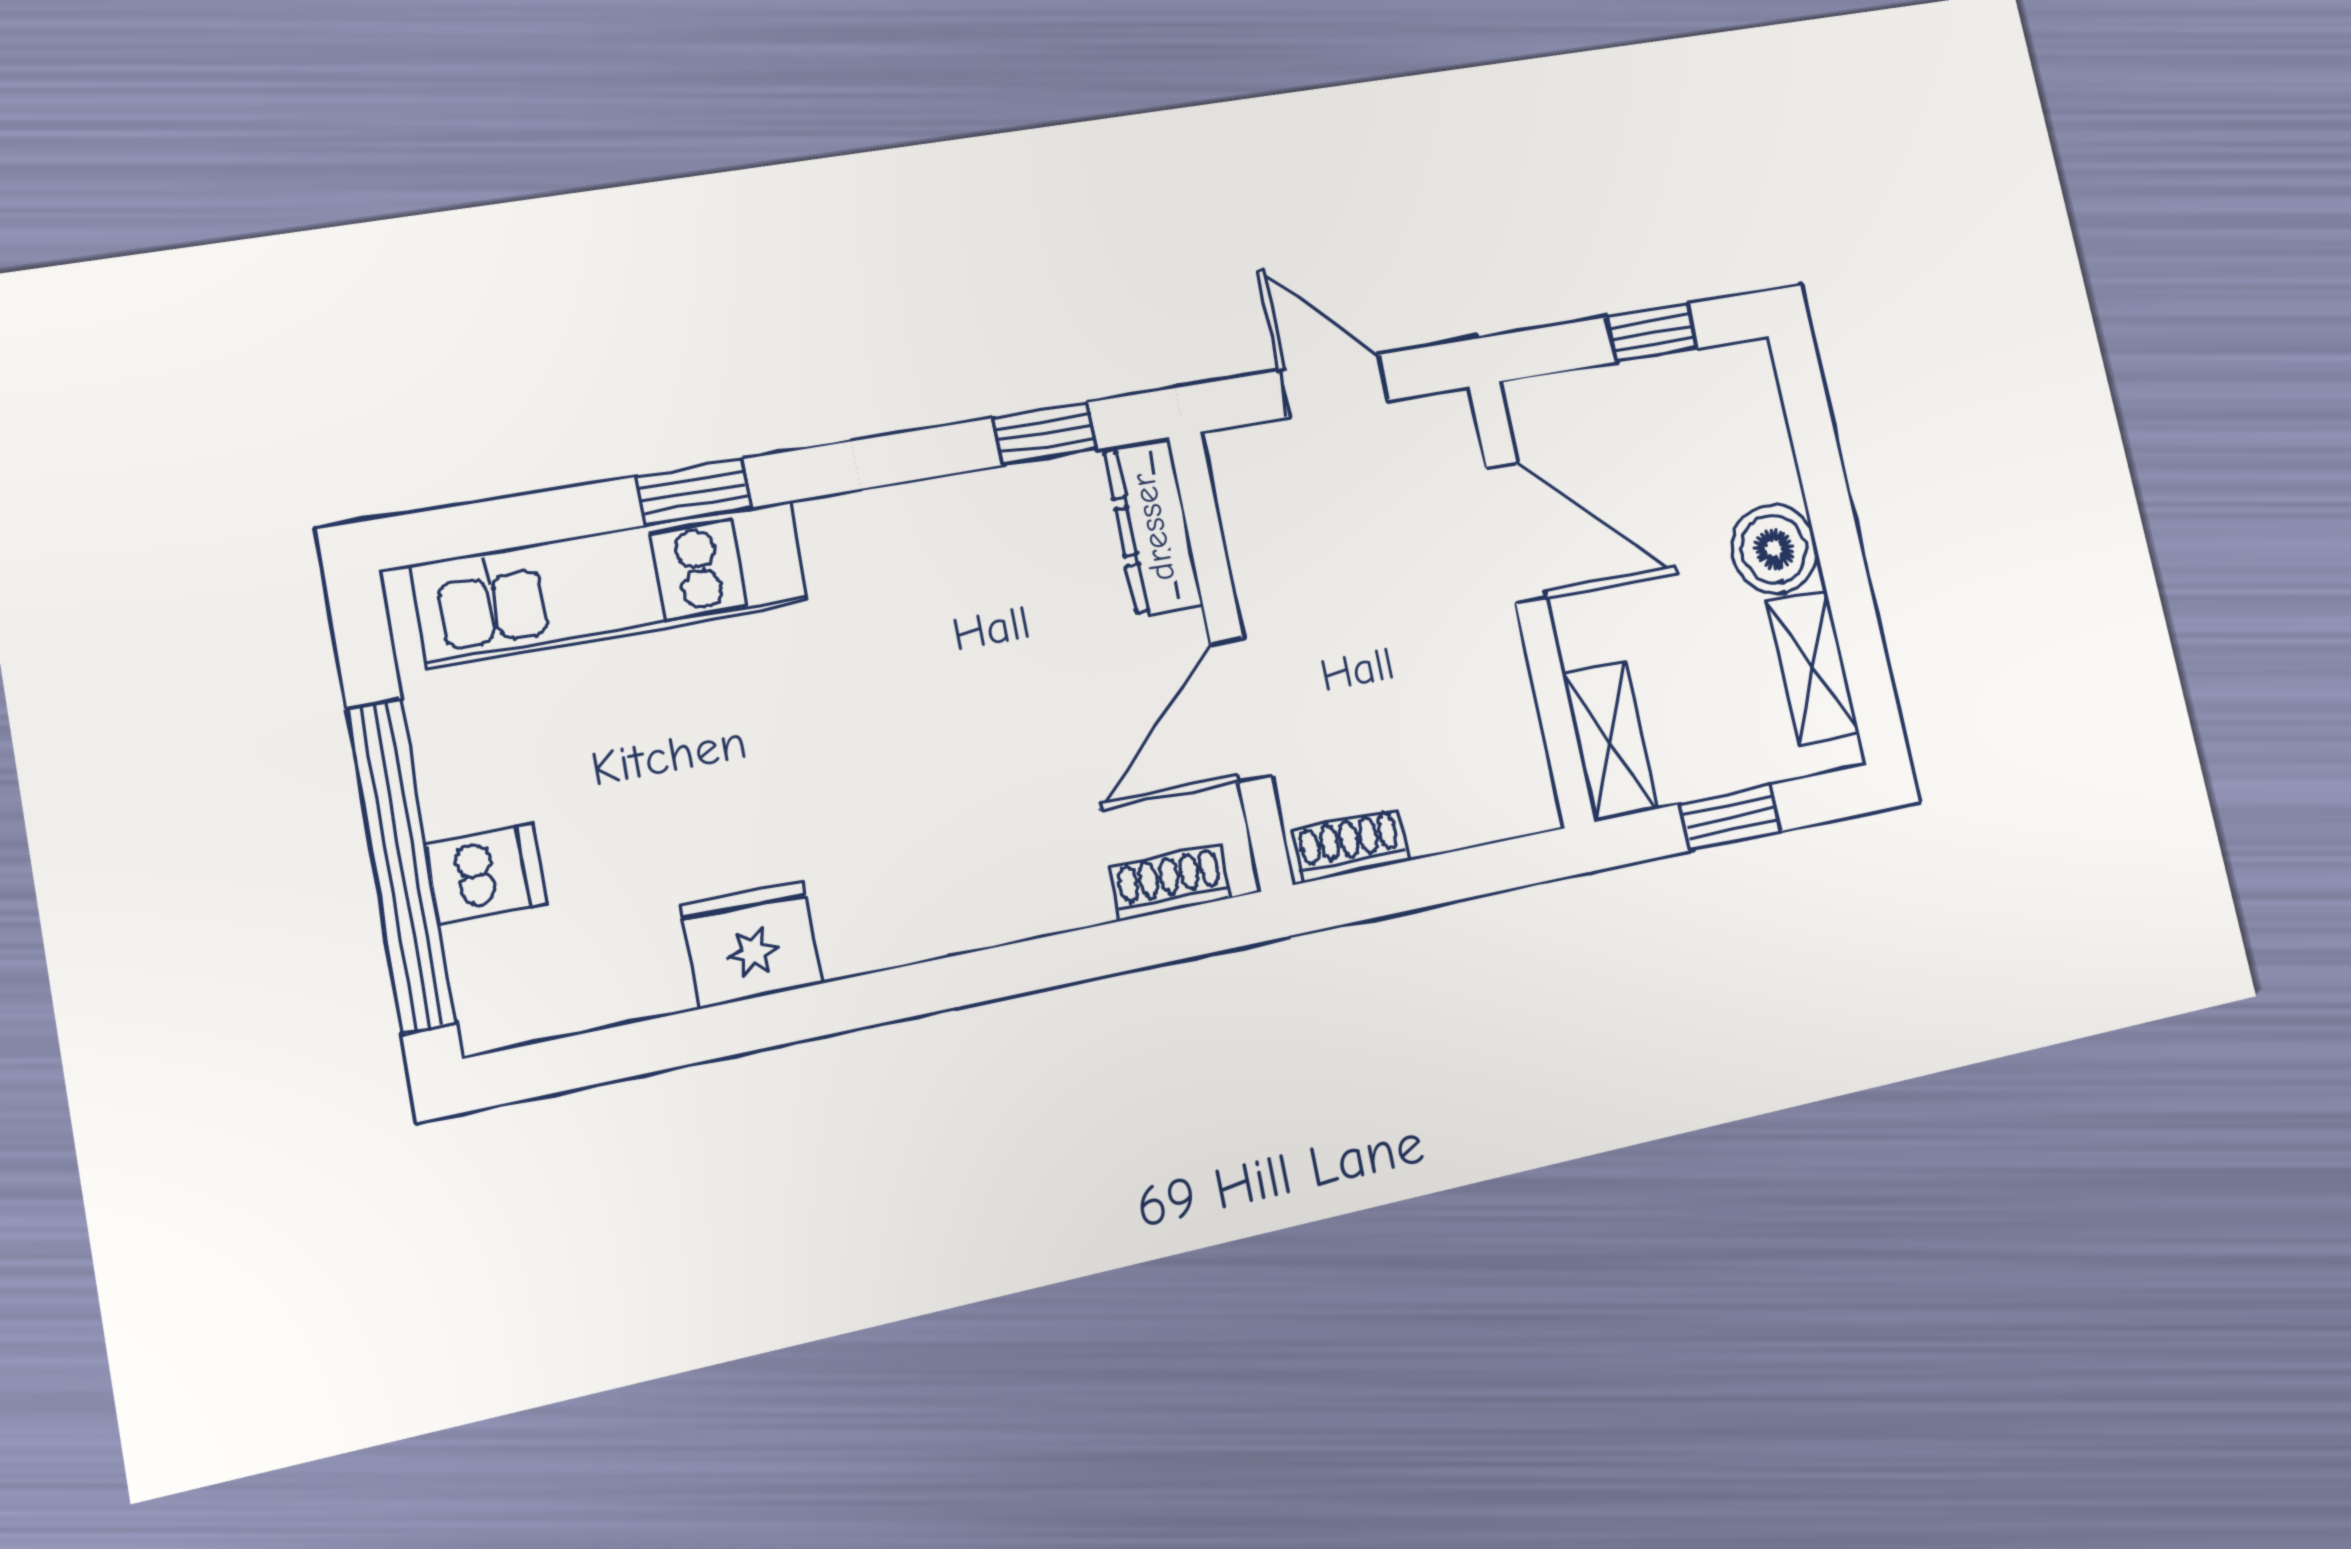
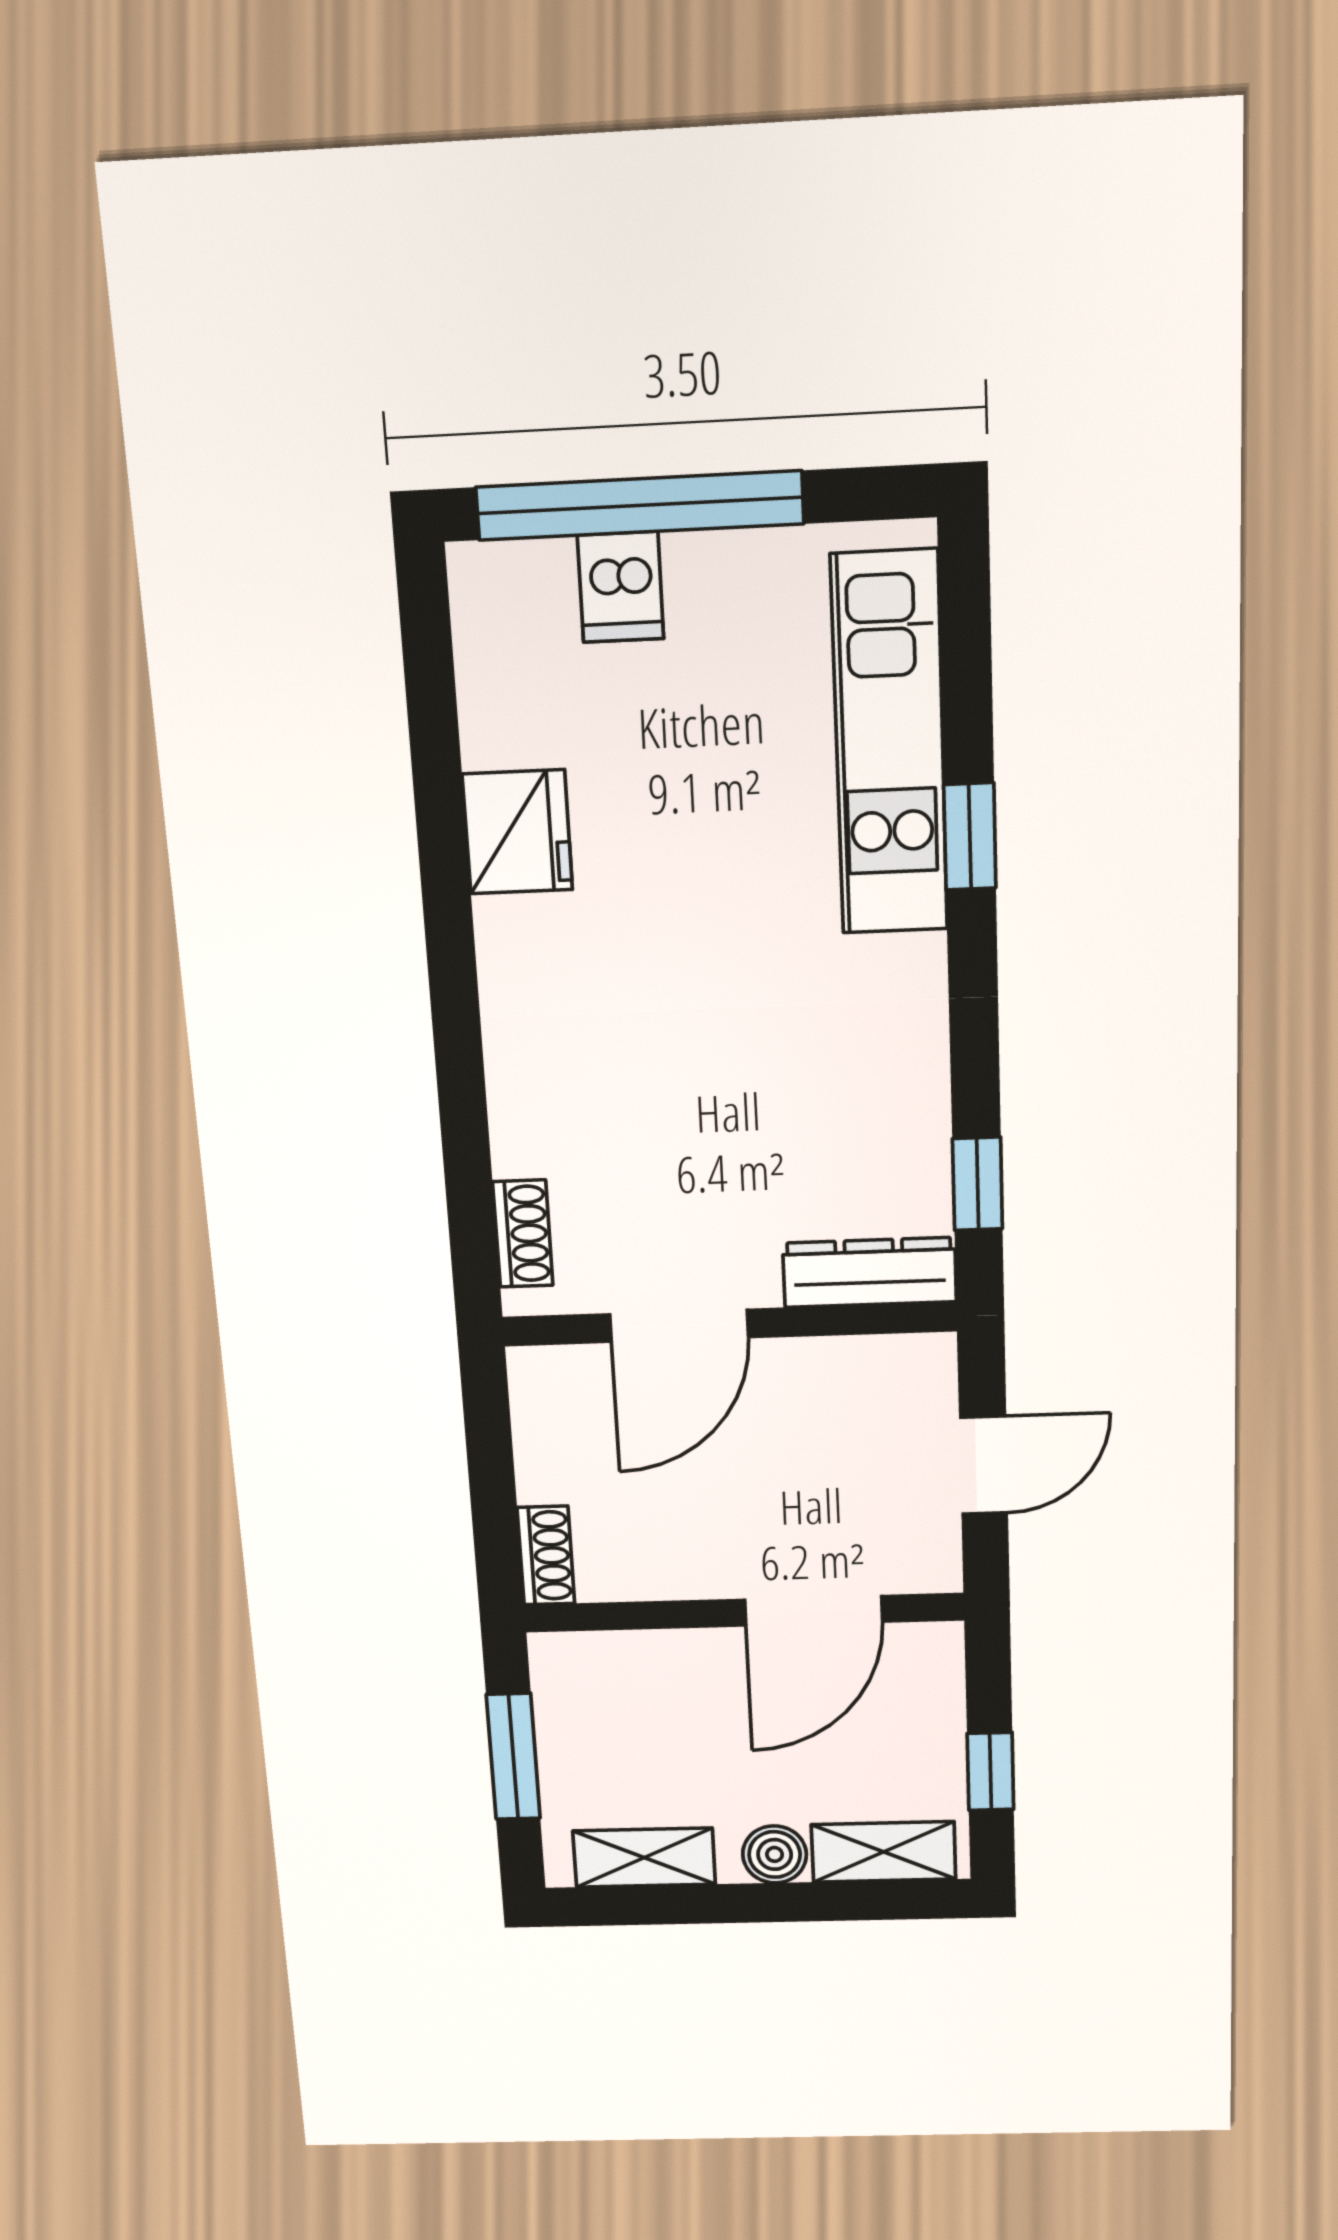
boiler: (1774, 549) -> (775, 1854), width x0.73, depth x0.73
door: (1241, 710) -> (679, 1326), swing flipped
shelving: (1610, 741) -> (884, 1852), moved
window: (1731, 818) -> (513, 1757), width x1.50
shoe rack: (1350, 846) -> (546, 1556), moved

